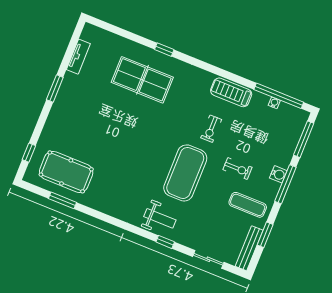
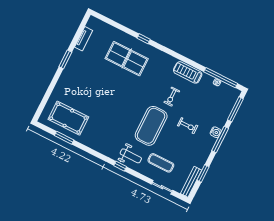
window: (29, 153) -> (44, 103), removed
exercise mat: (248, 205) -> (161, 163), moved
window: (165, 242) -> (120, 166), moved

